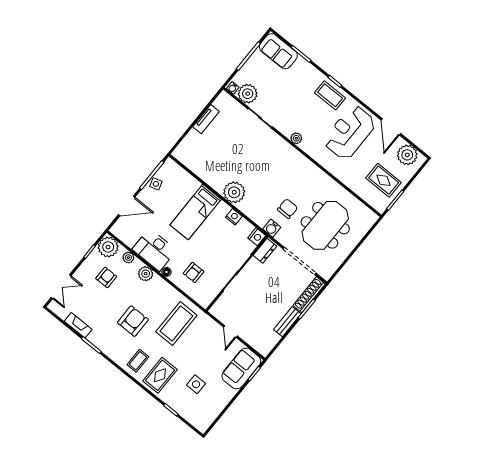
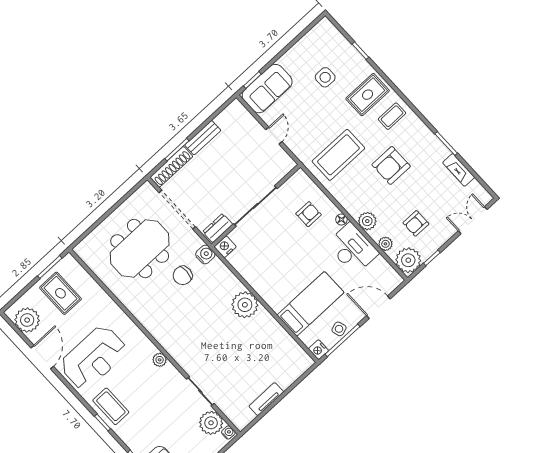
bed: (196, 212) -> (311, 304), moved
nightstand: (234, 217) -> (318, 350), moved

